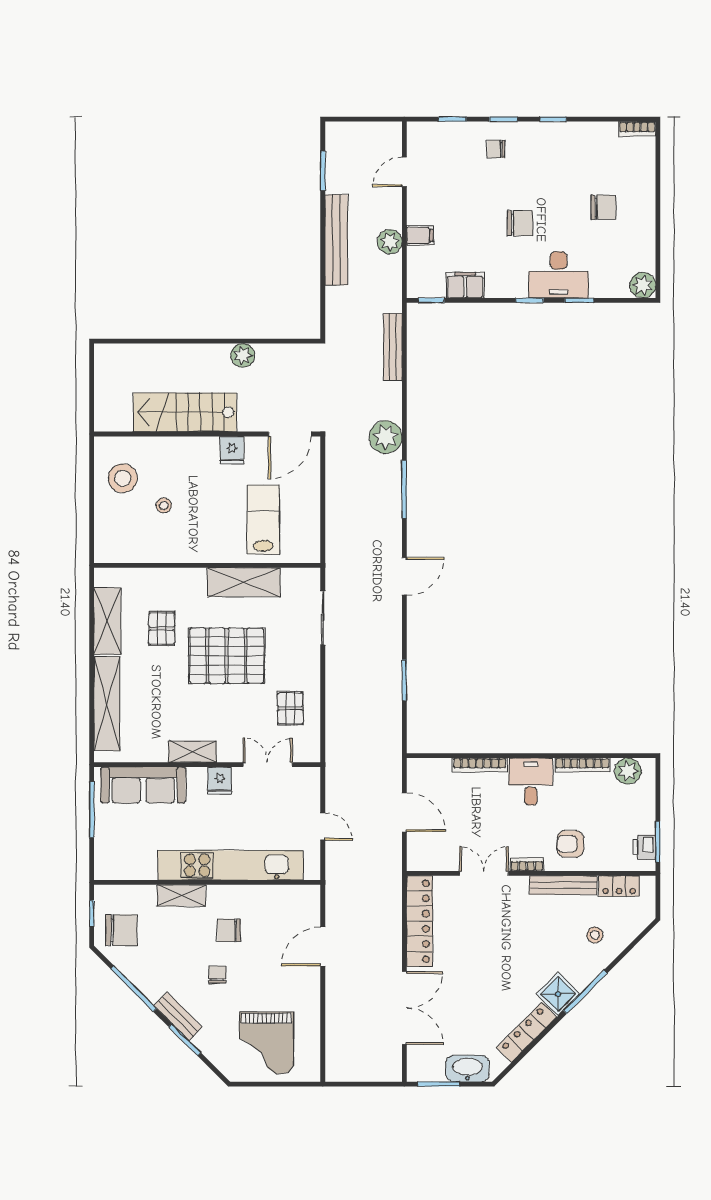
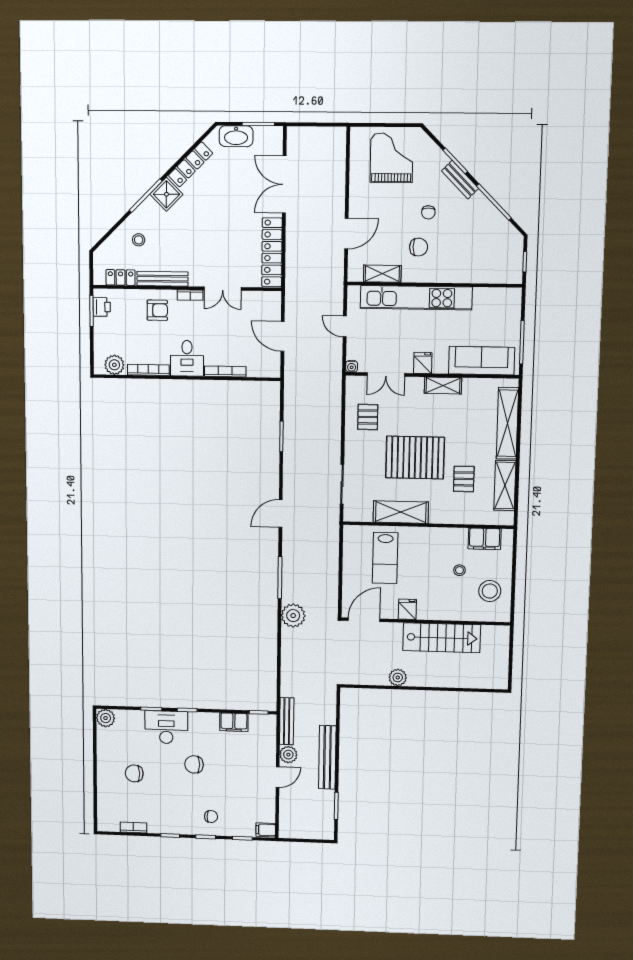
bookcase: (637, 129) -> (133, 828), moved
door: (404, 172) -> (278, 777), moved
filing cabinet: (420, 235) -> (266, 830), moved
bench: (393, 347) -> (287, 721), moved
filing cabinet: (132, 549) -> (485, 539), added
water cooler: (313, 775) -> (352, 366), added
shelving: (181, 896) -> (382, 274), moved
chair: (121, 930) -> (502, 248), removed

